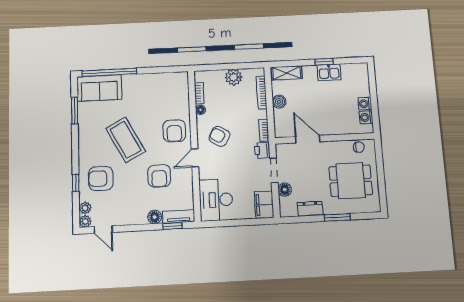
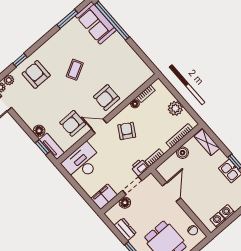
coffee table: (126, 140) -> (75, 70), width x0.54, depth x0.58
armchair: (159, 176) -> (73, 123), moved

